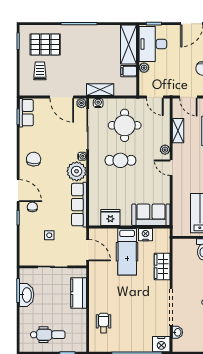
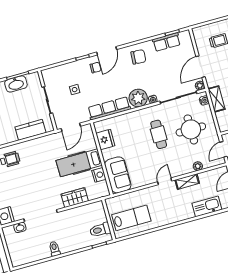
row of seats: (26, 113) -> (166, 42), moved
shelving: (178, 131) -> (187, 182), moved
plant: (165, 150) -> (198, 166), moved

